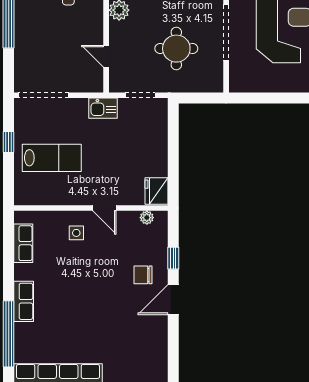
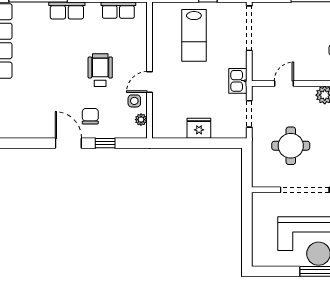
fridge: (156, 191) -> (199, 128), moved
side table: (76, 233) -> (134, 101), moved
wheelchair: (91, 264) -> (100, 70), added

